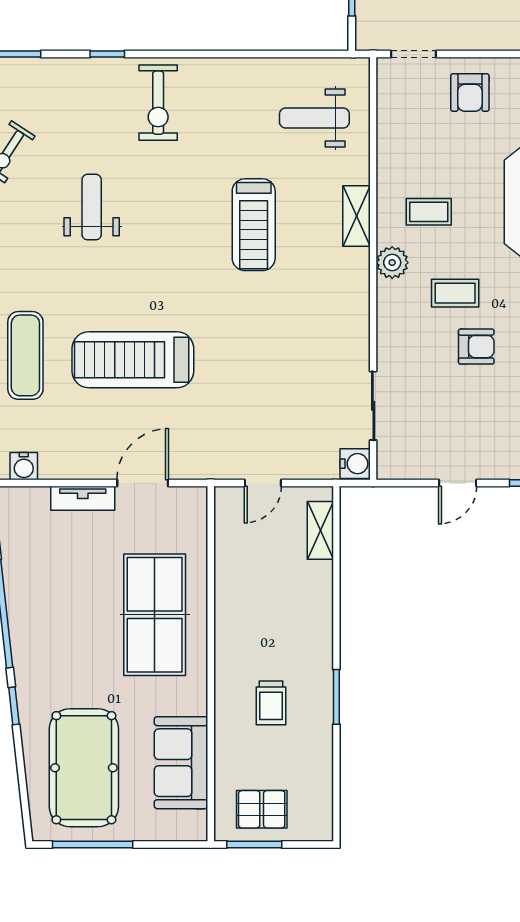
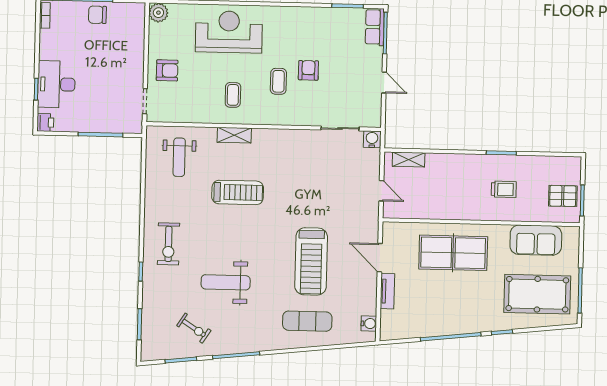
exercise bike: (158, 103) -> (168, 244), turned 90
weight bench: (92, 207) -> (226, 282), width x1.36, depth x1.33
plant: (392, 263) -> (261, 116), removed
pallet: (262, 809) -> (563, 196), turned 90

